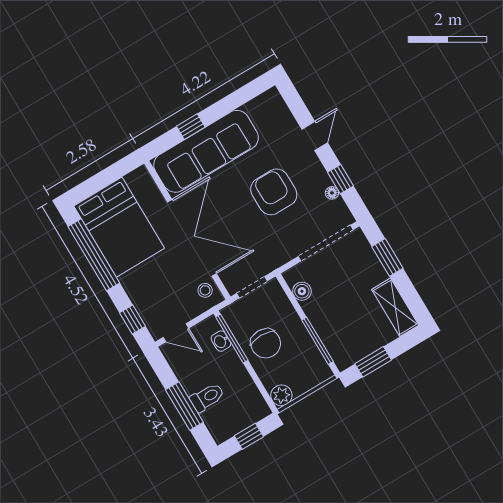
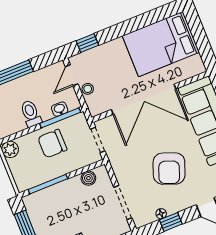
armchair: (274, 192) -> (169, 169), turned 111
doorway: (326, 243) -> (123, 203), width x0.73
window: (94, 255) -> (142, 21), removed
stool: (205, 290) -> (88, 89), moved
toilet: (207, 397) -> (31, 114), moved, turned 180

